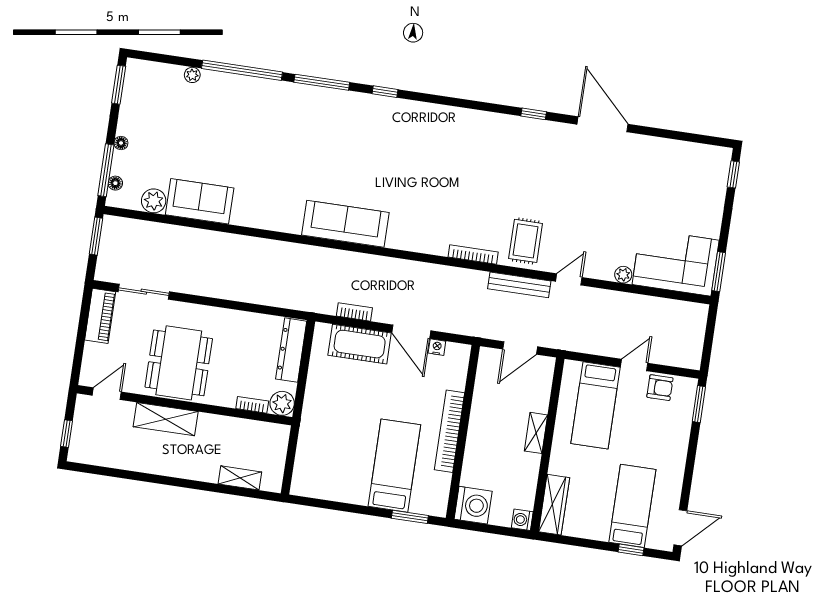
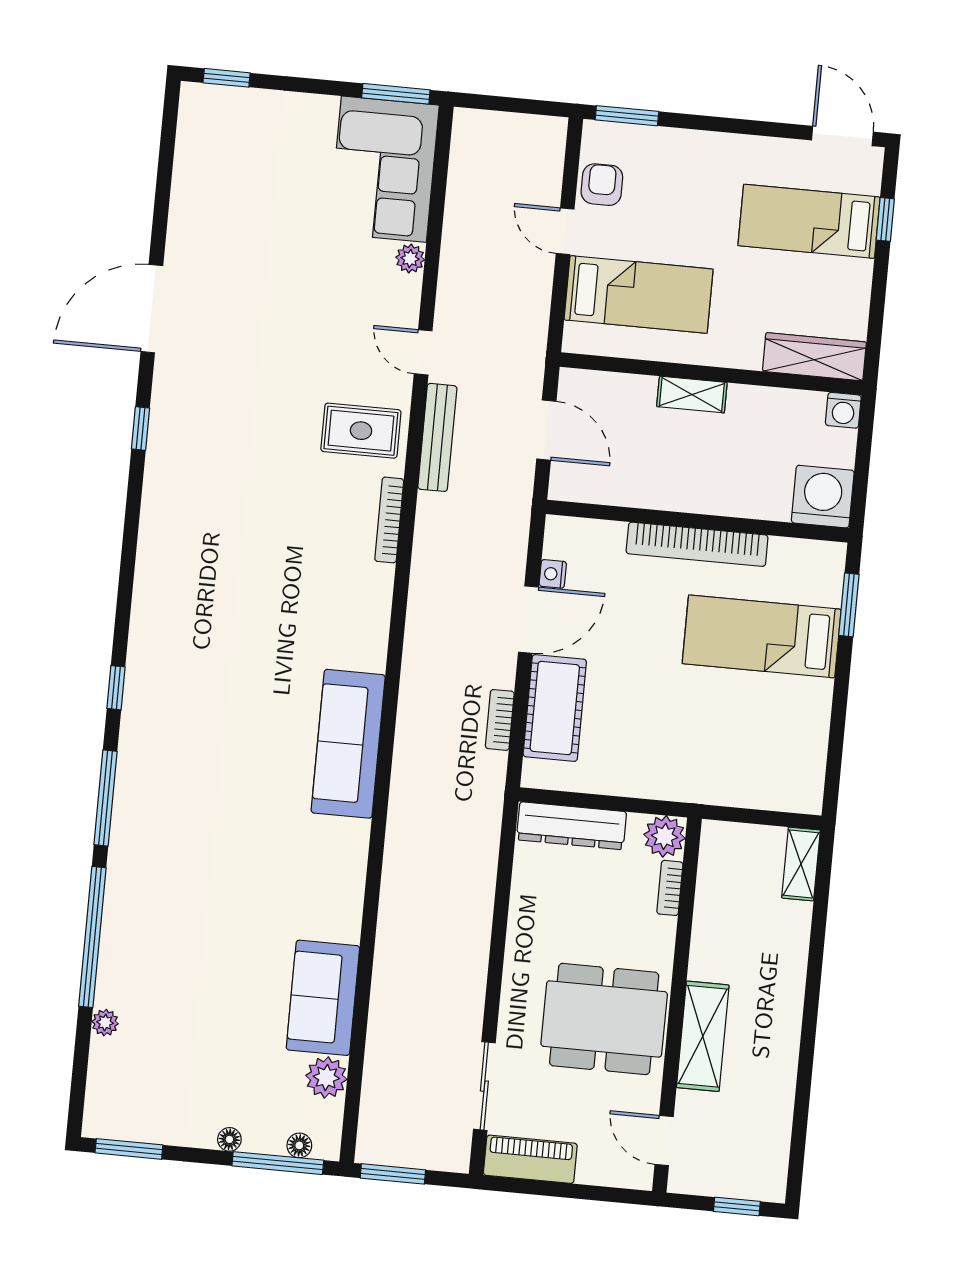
shelving: (240, 478) -> (801, 864), moved

